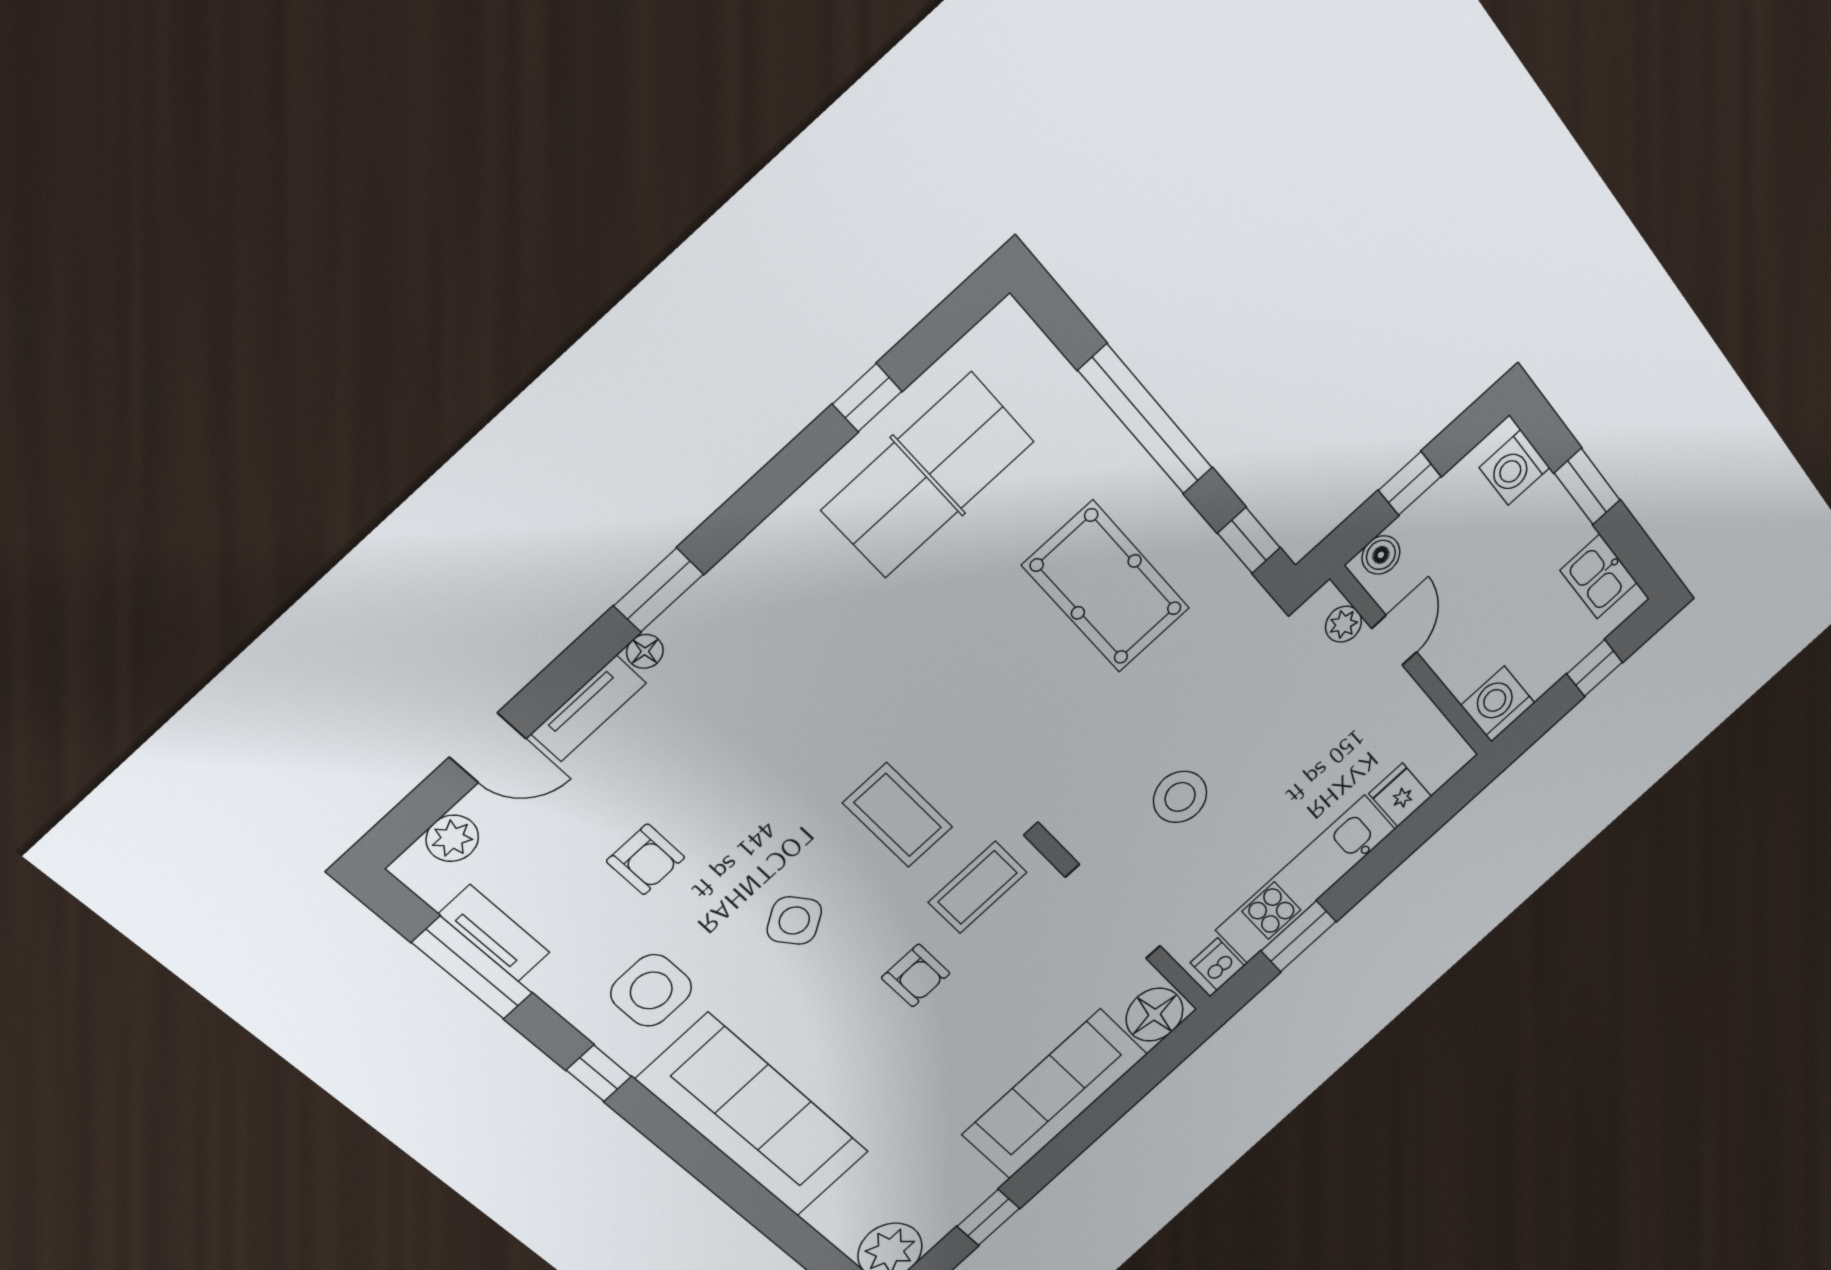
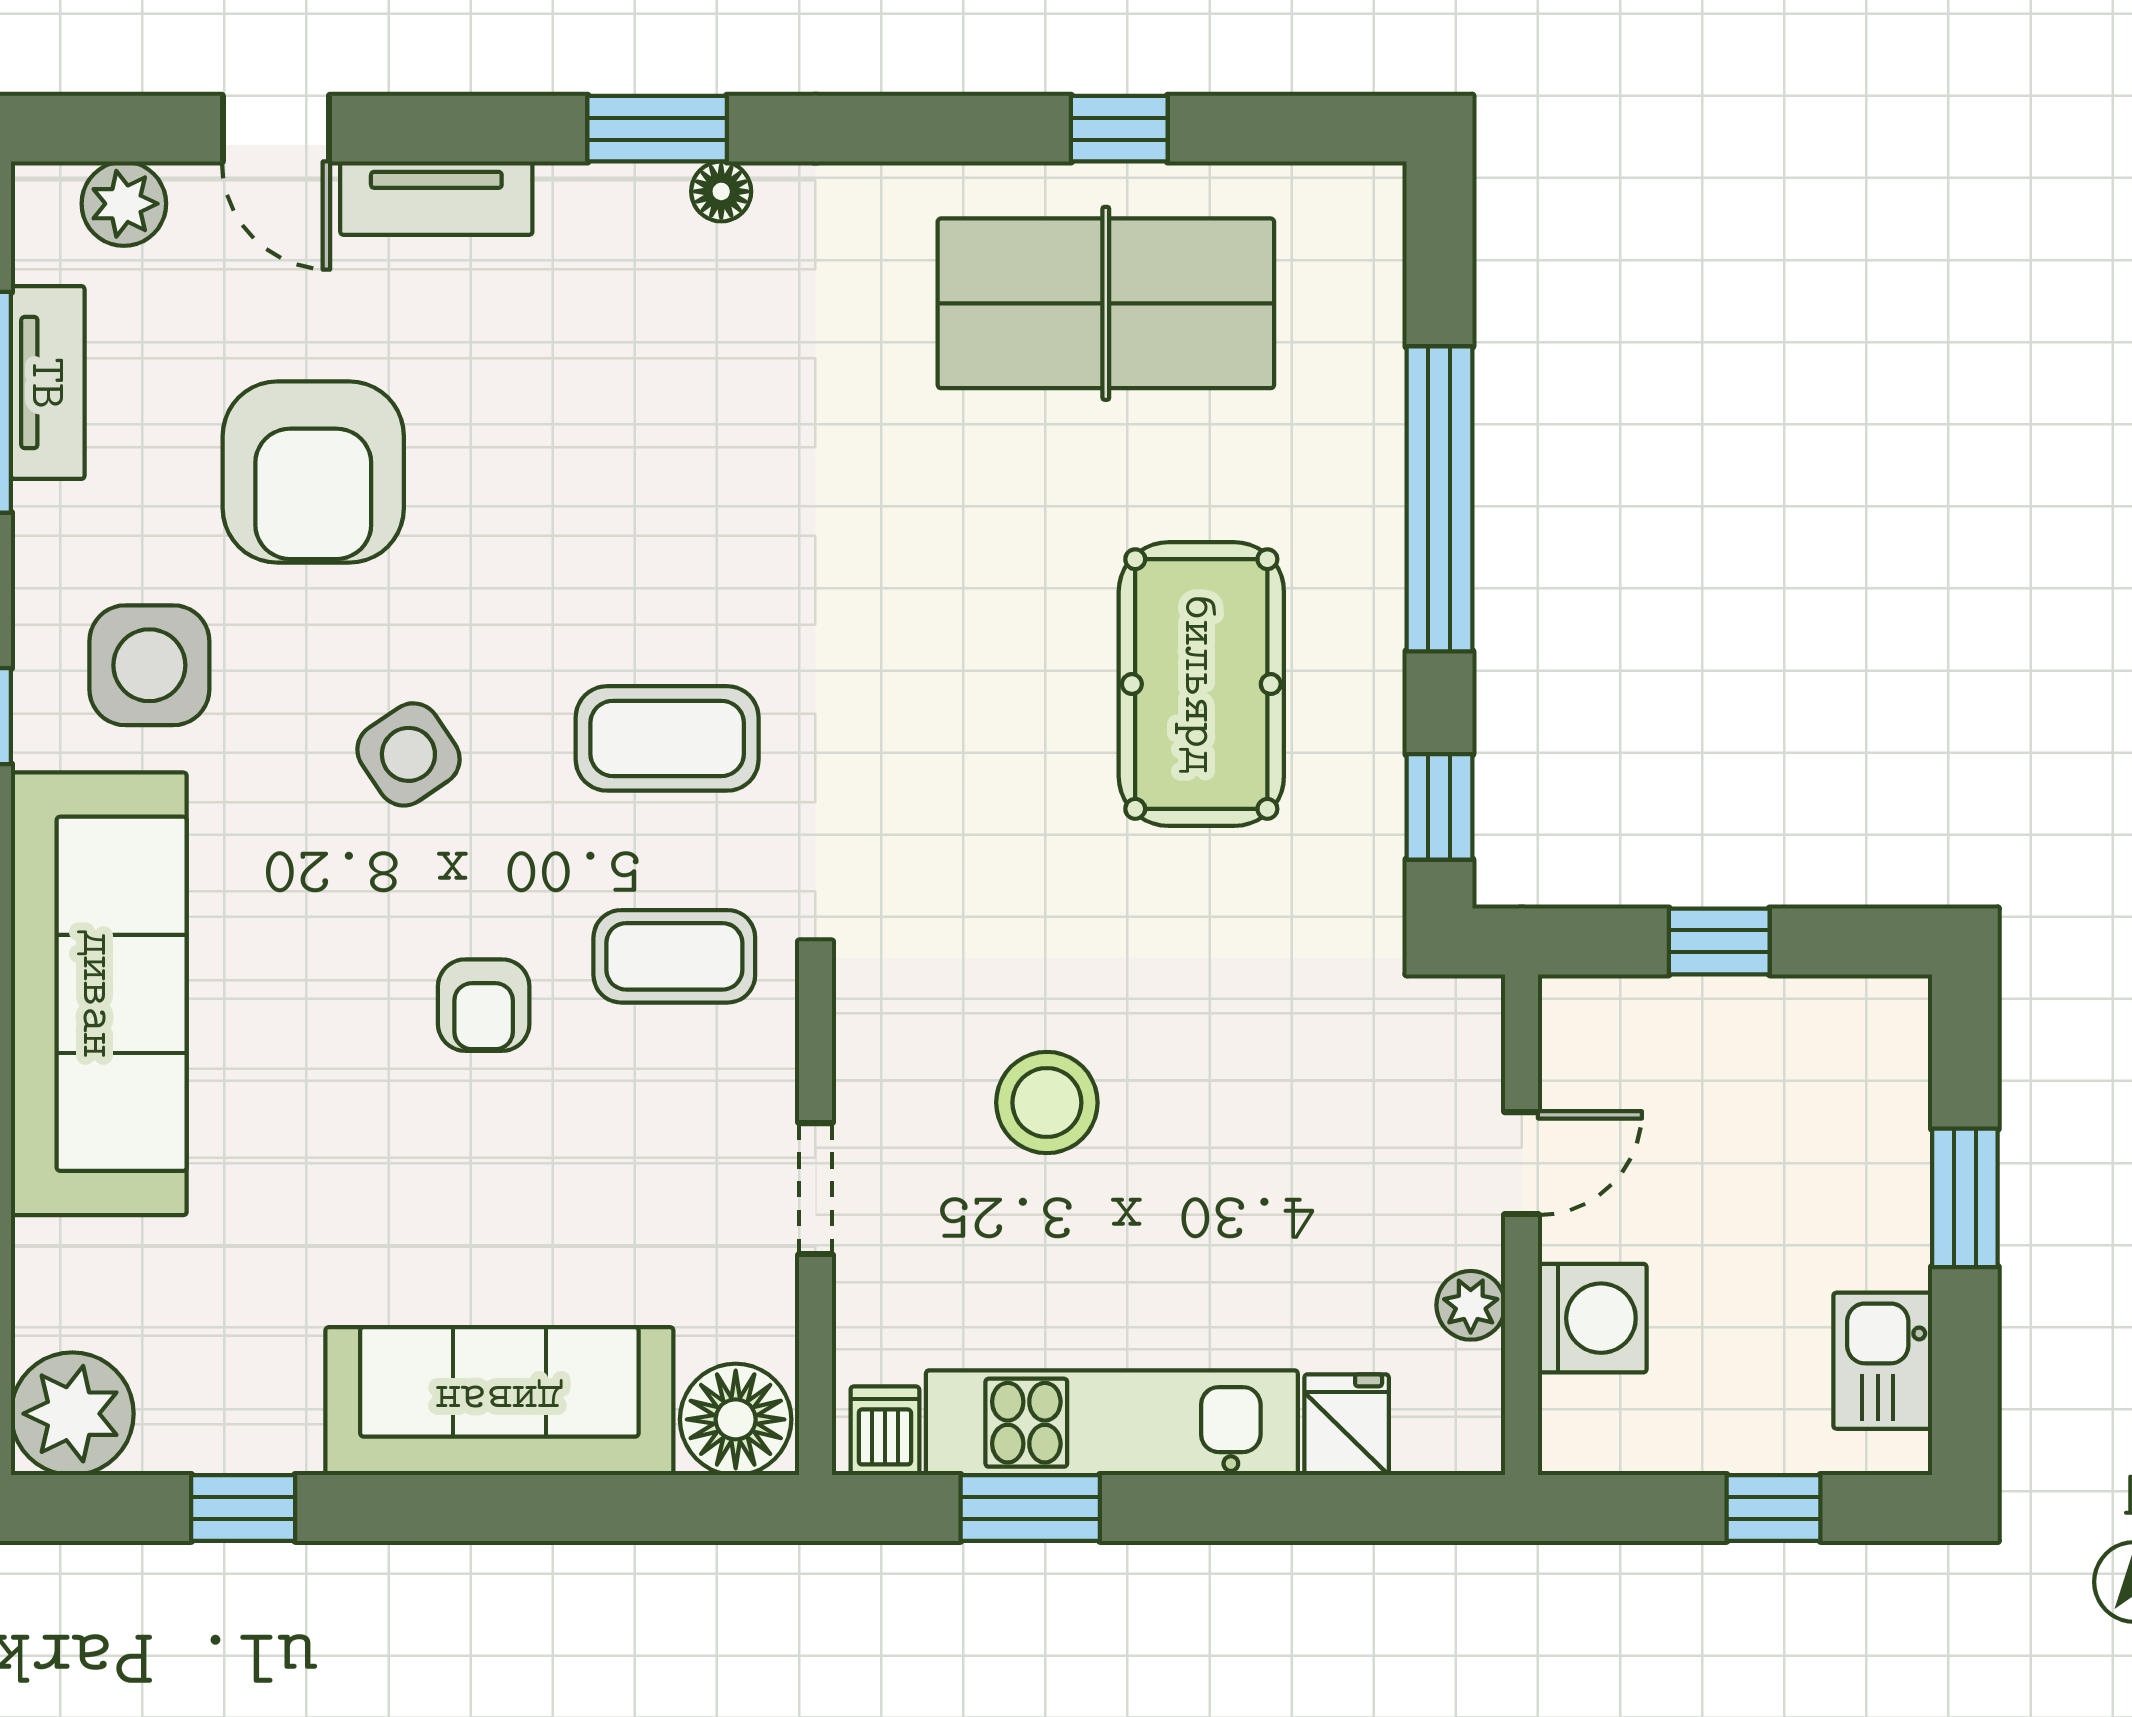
washing machine: (1515, 468) -> (1882, 1064), removed
boiler: (1381, 555) -> (1600, 1010), removed
plant: (1343, 624) -> (1471, 1305), moved
floor lamp: (645, 651) -> (721, 191), moved
washing machine: (1498, 704) -> (1592, 1318), moved, turned 90
coffee table: (898, 815) -> (667, 738), turned 90
armchair: (646, 859) -> (313, 472), width x1.88, depth x1.88
doorway: (1113, 912) -> (815, 1189), width x0.53

